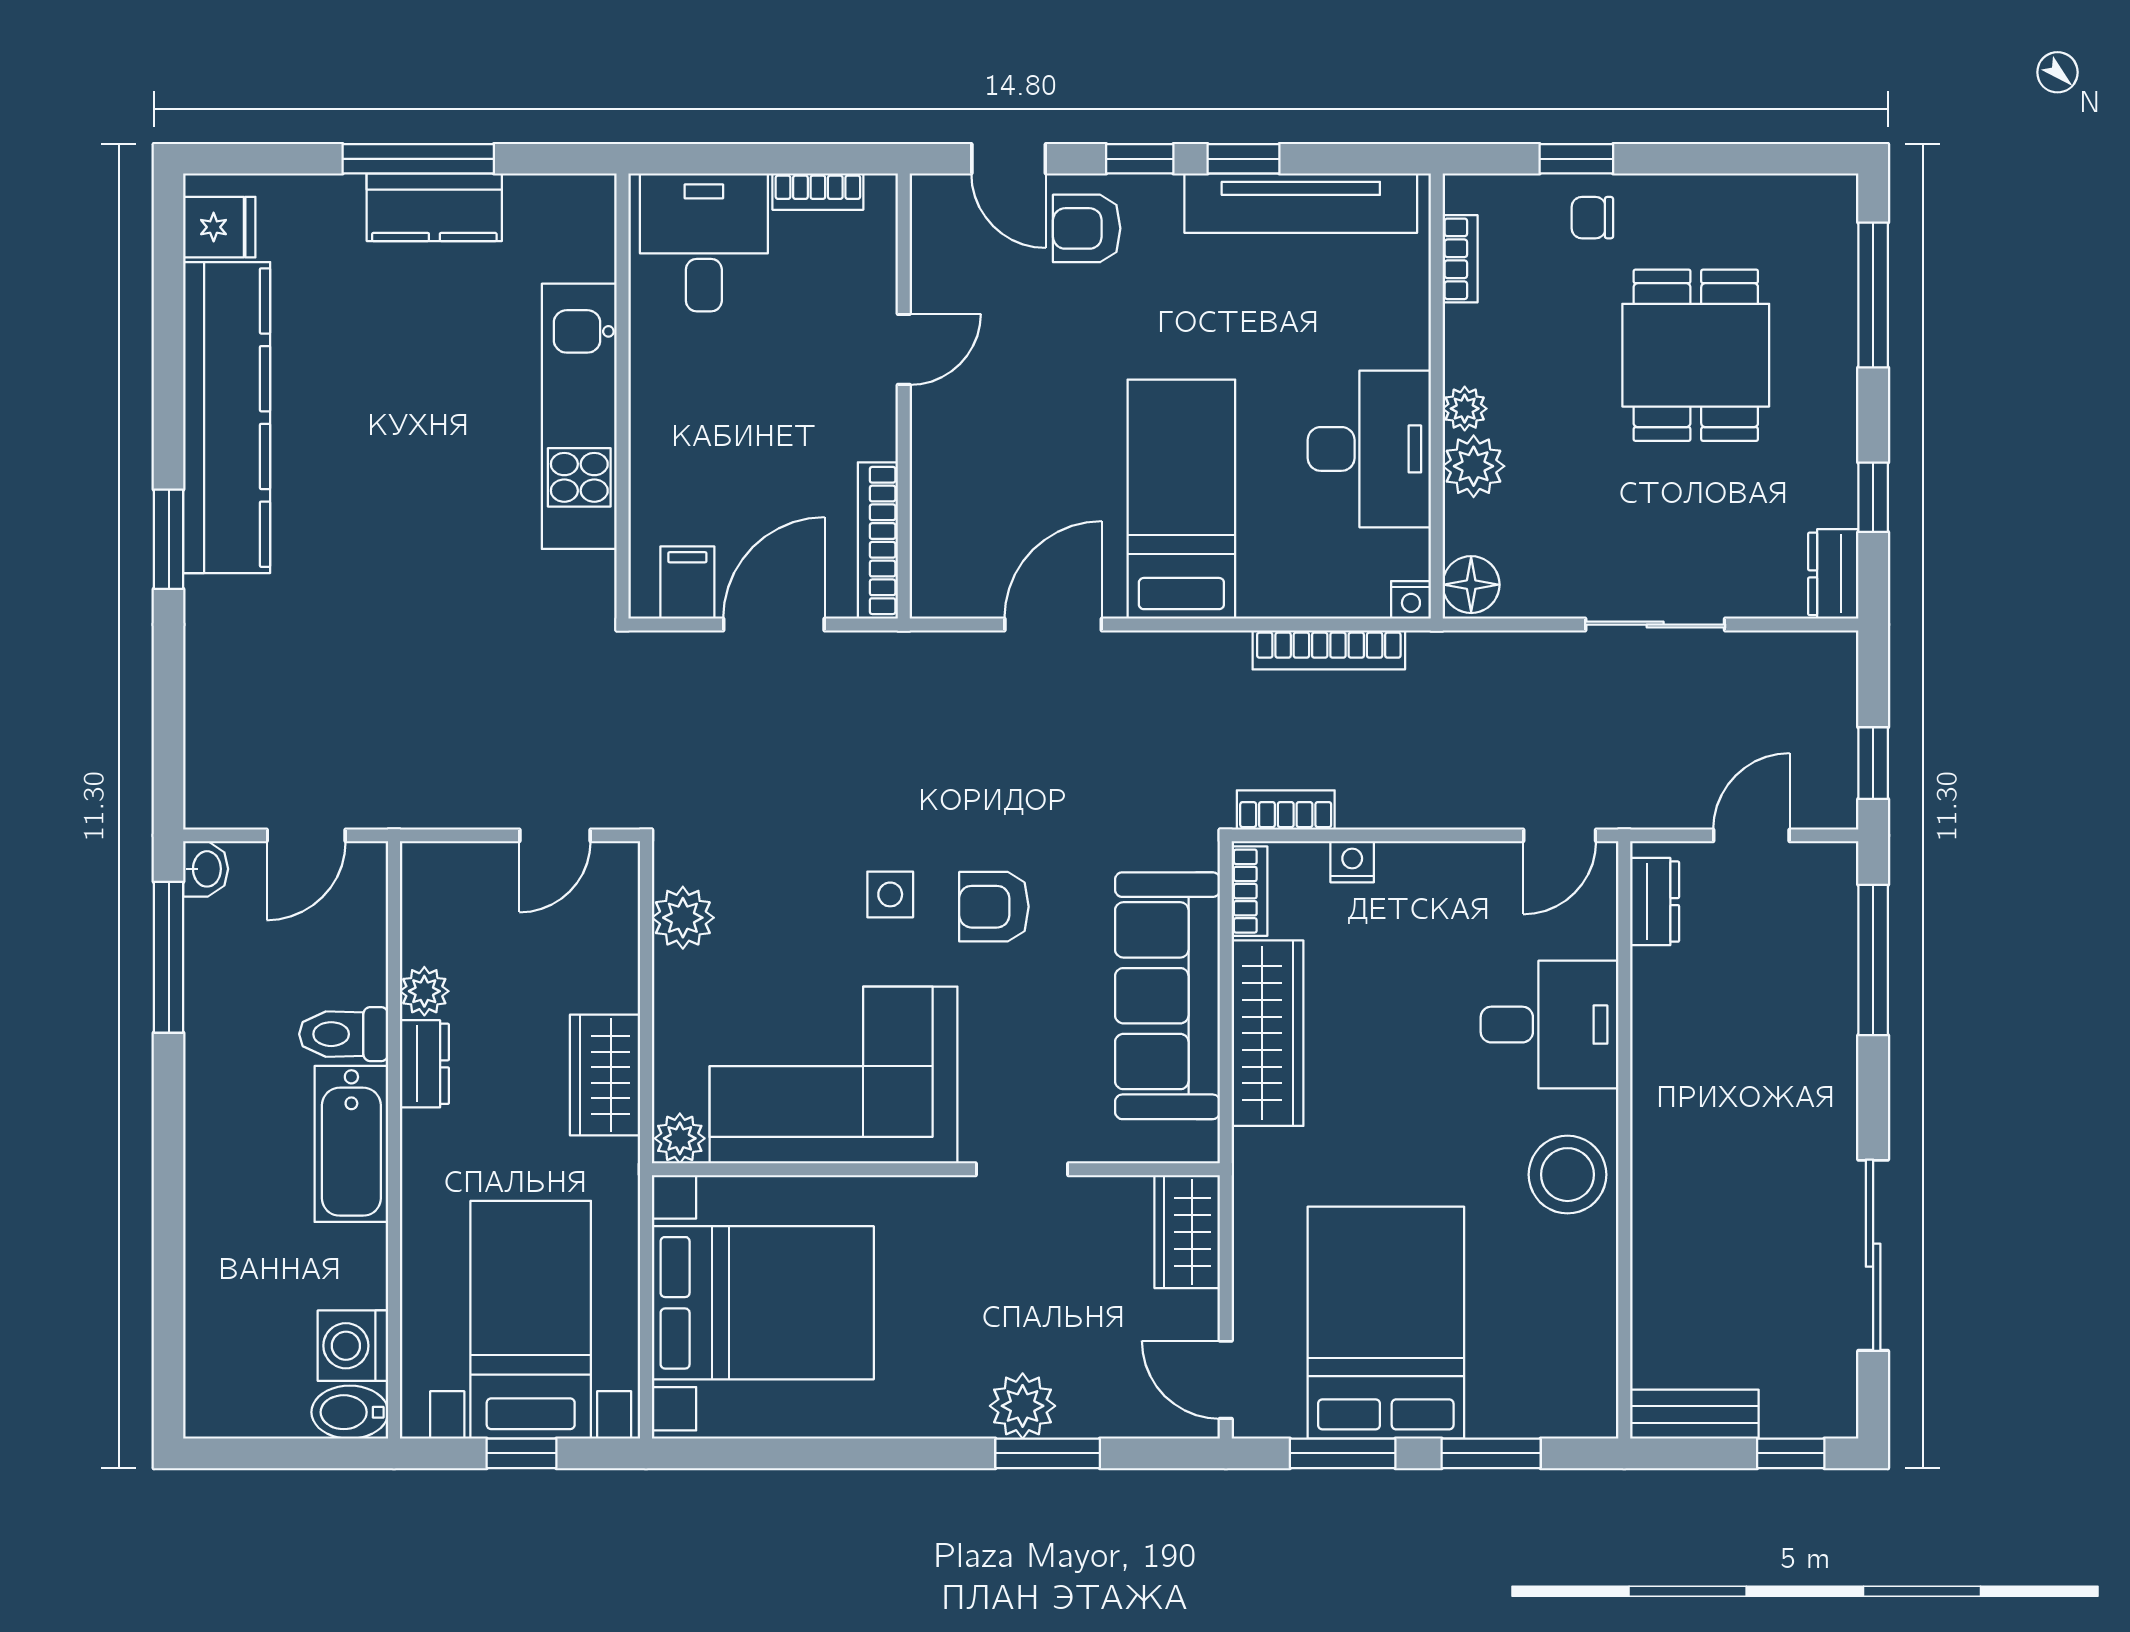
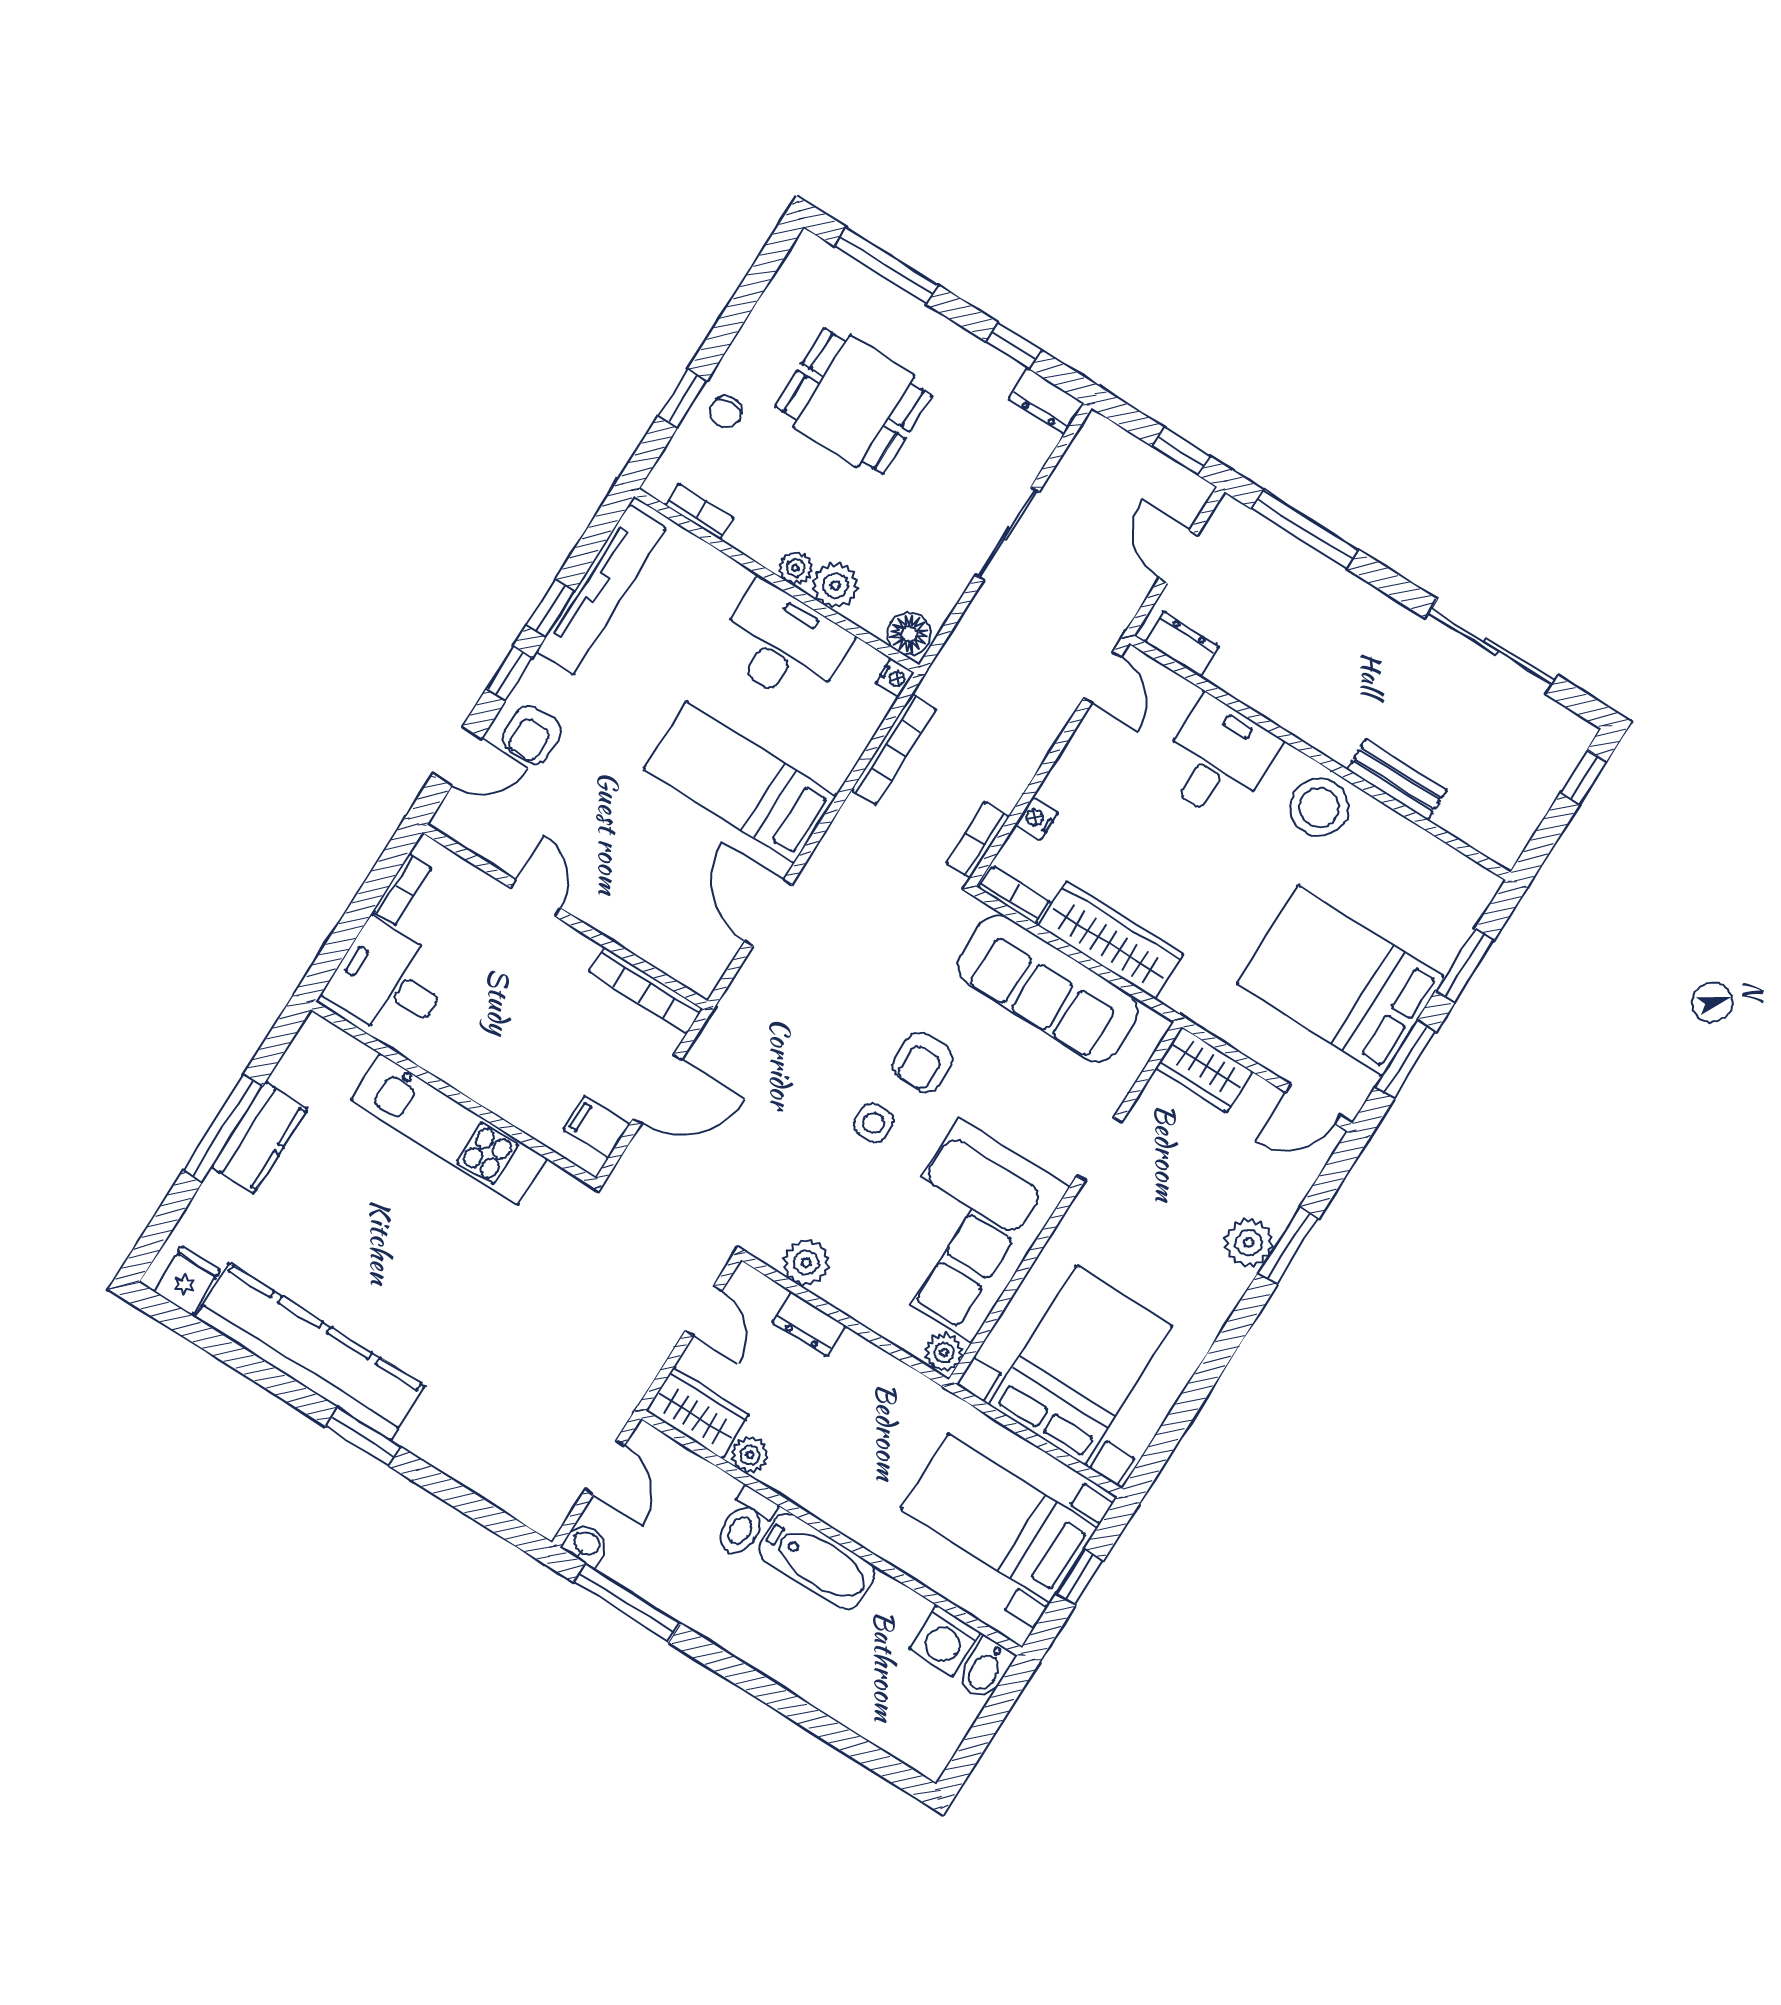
door: (774, 625) -> (657, 1089), swing flipped
dresser: (424, 1064) -> (809, 1324), moved, turned 180
wardrobe: (605, 1075) -> (698, 1413), moved, turned 180
bench: (1694, 1414) -> (1397, 779), moved, turned 90

